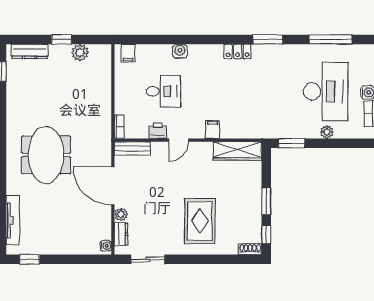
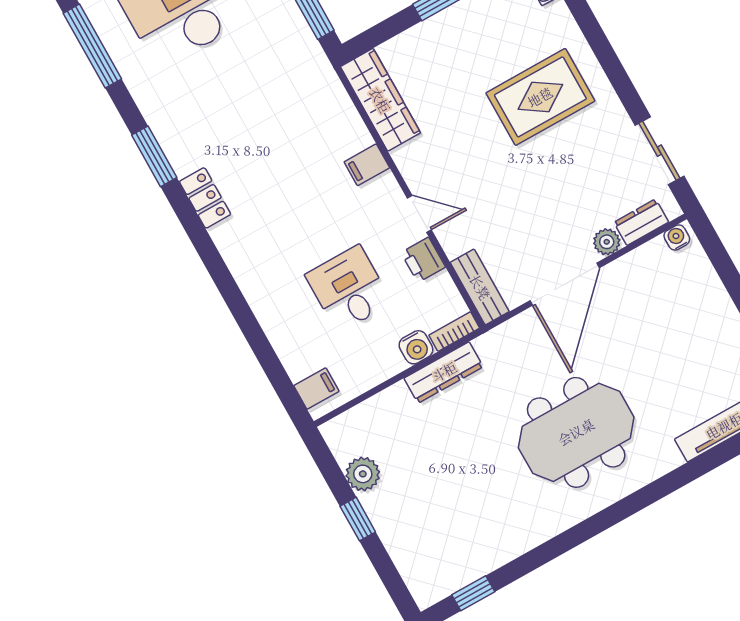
dresser: (30, 51) -> (444, 372), moved, turned 90
water cooler: (180, 51) -> (416, 347), moved, turned -90

